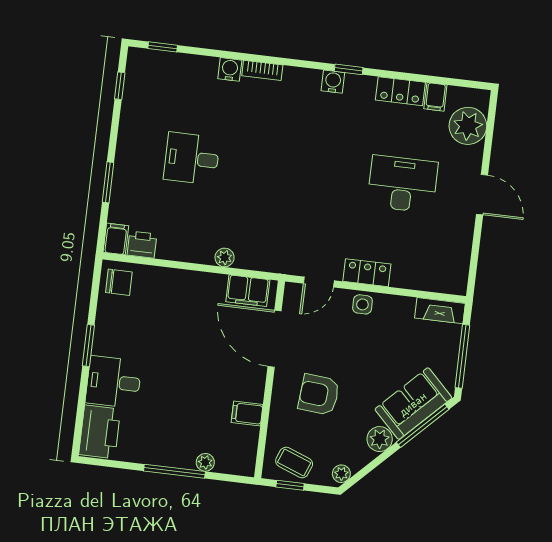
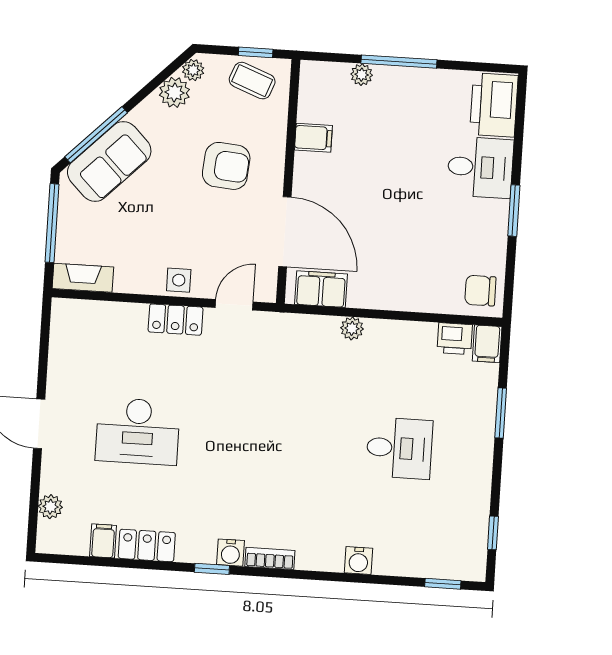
bookcase: (262, 70) -> (270, 558), moved
plant: (468, 126) -> (50, 507), width x0.53, depth x0.53
plant: (380, 439) -> (174, 92), moved

